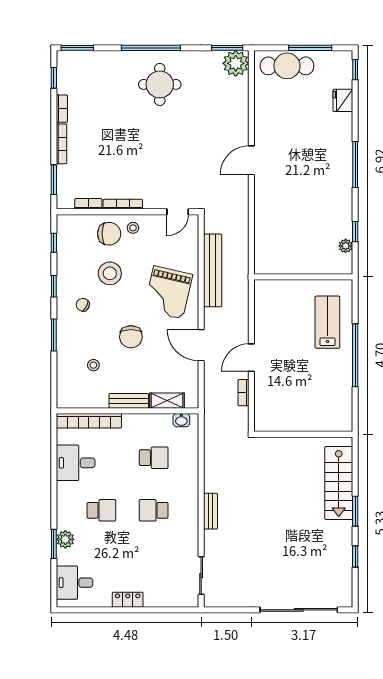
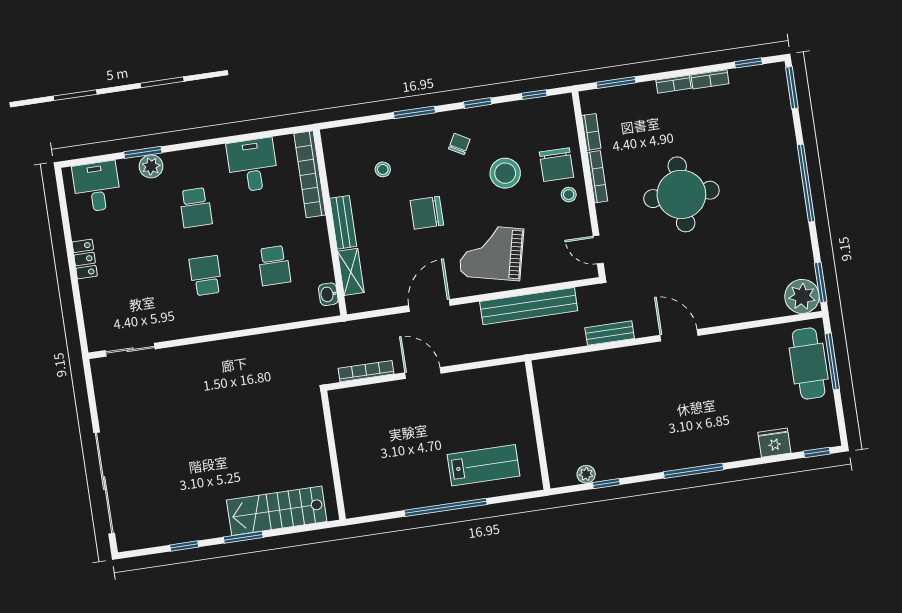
window: (310, 48) -> (832, 361), moved
round table: (160, 84) -> (681, 194), moved, width x1.36, depth x1.36
bookcase: (62, 144) -> (674, 84), width x0.64
bookcase: (243, 393) -> (366, 371), width x1.56
bench: (210, 511) -> (610, 333), moved

